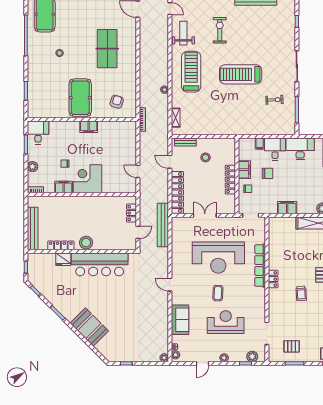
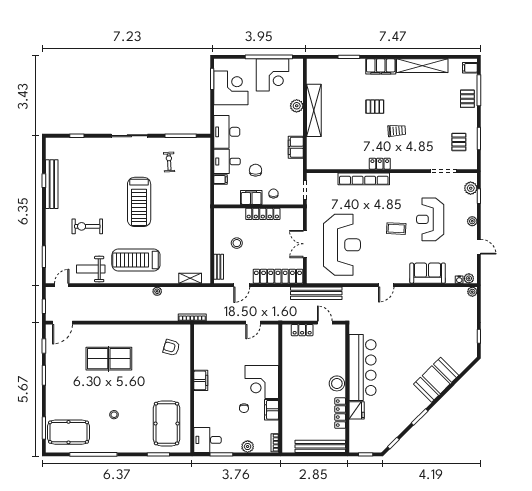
pool table: (80, 98) -> (167, 424), moved, turned 90
reception desk: (218, 258) -> (342, 245), moved

